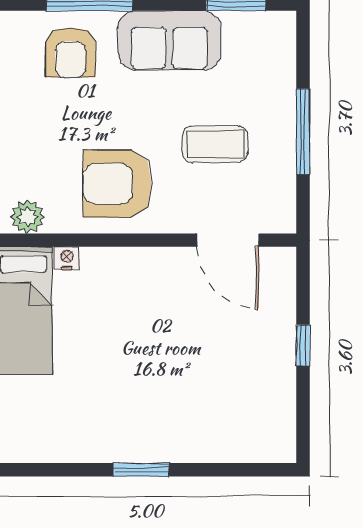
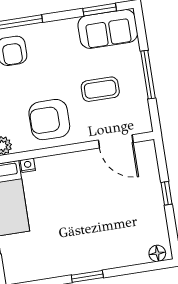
sofa: (169, 40) -> (108, 29), moved
floor lamp: (270, 449) -> (157, 253), added

